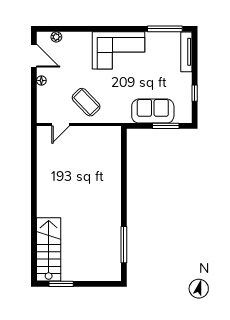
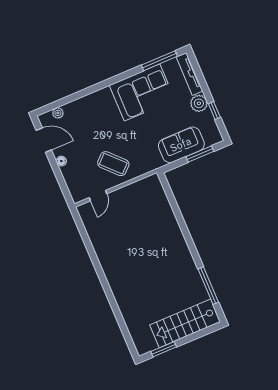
corner sofa: (118, 50) -> (142, 92), moved
plant: (184, 81) -> (199, 103), added
stairs: (49, 249) -> (185, 323), moved, turned -90

